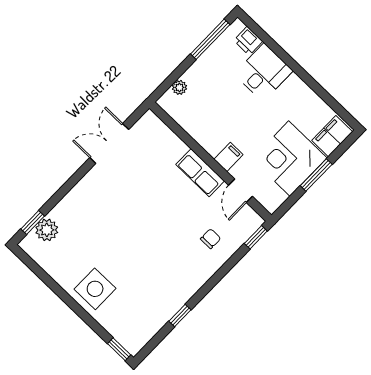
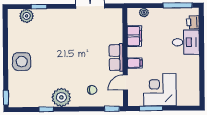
filing cabinet: (332, 136) -> (134, 36), moved, turned 90
window: (316, 175) -> (151, 108), moved
window: (33, 223) -> (39, 7), moved
plant: (184, 284) -> (61, 97), added

